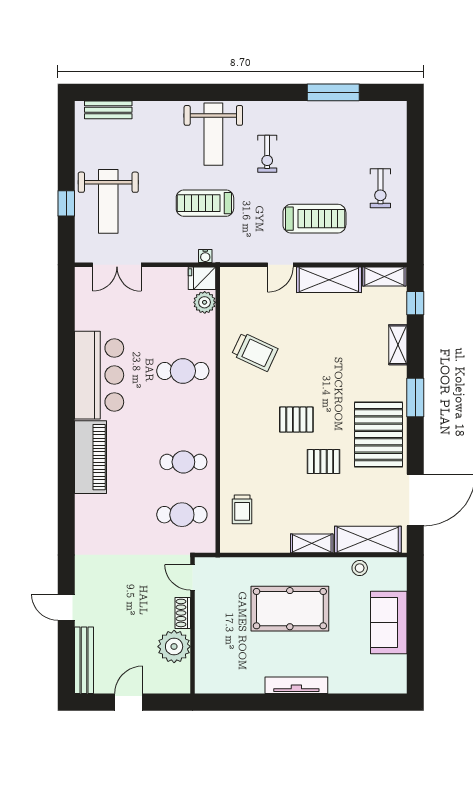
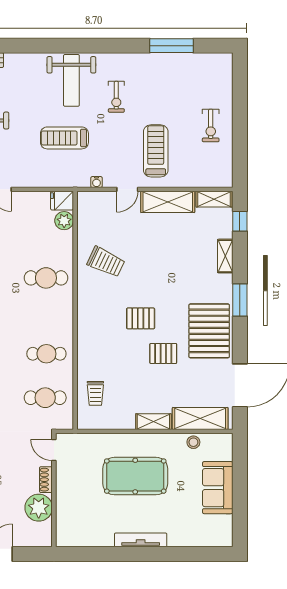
treadmill: (314, 219) -> (156, 151), turned -90
water cooler: (205, 256) -> (96, 182), moved

